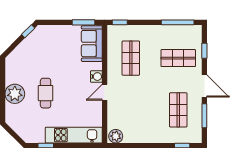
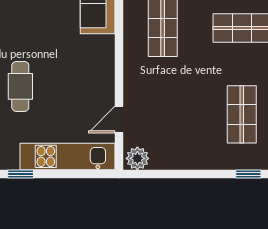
water cooler: (96, 77) -> (105, 59), removed
door: (105, 92) -> (119, 119), moved

